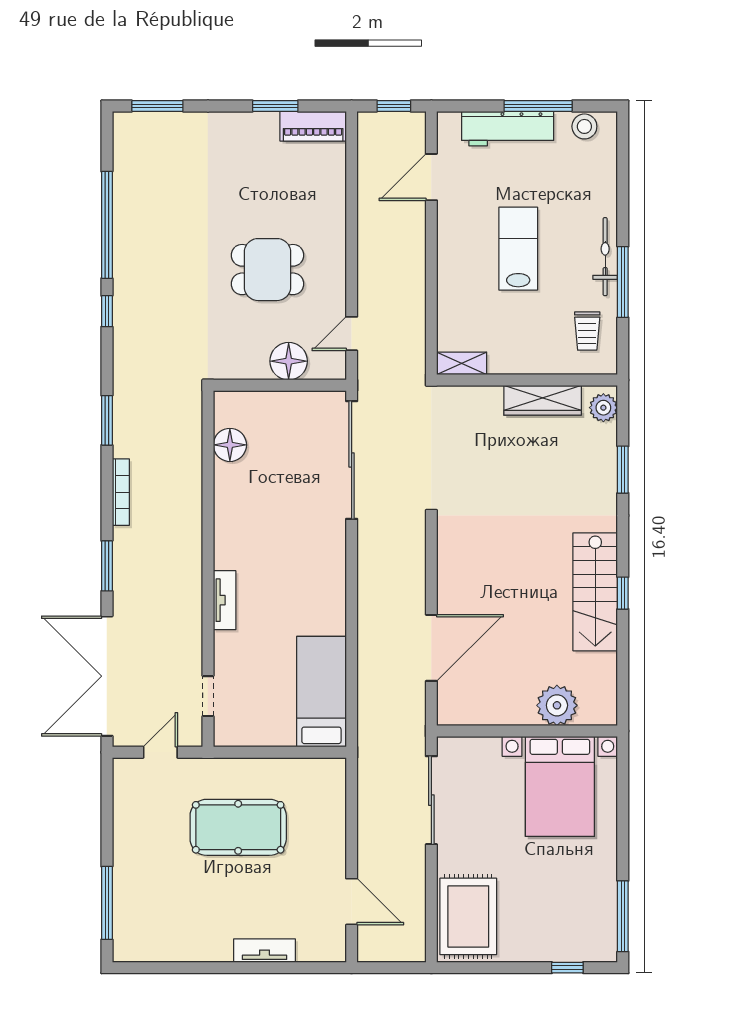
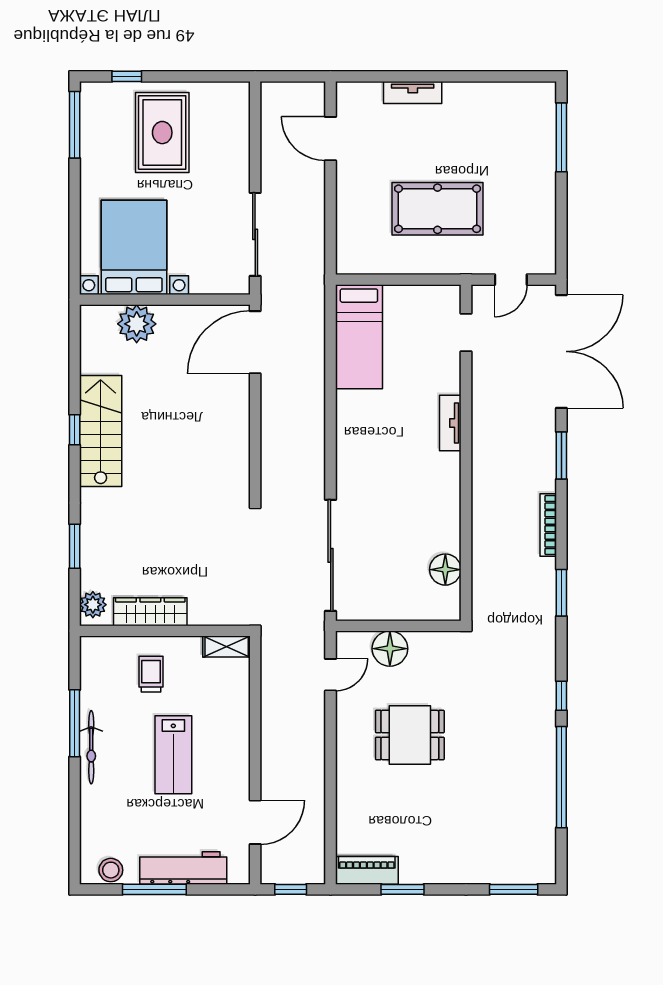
trolley: (587, 331) -> (151, 674), moved
door: (431, 648) -> (255, 342), moved
rug: (468, 916) -> (162, 133), moved

